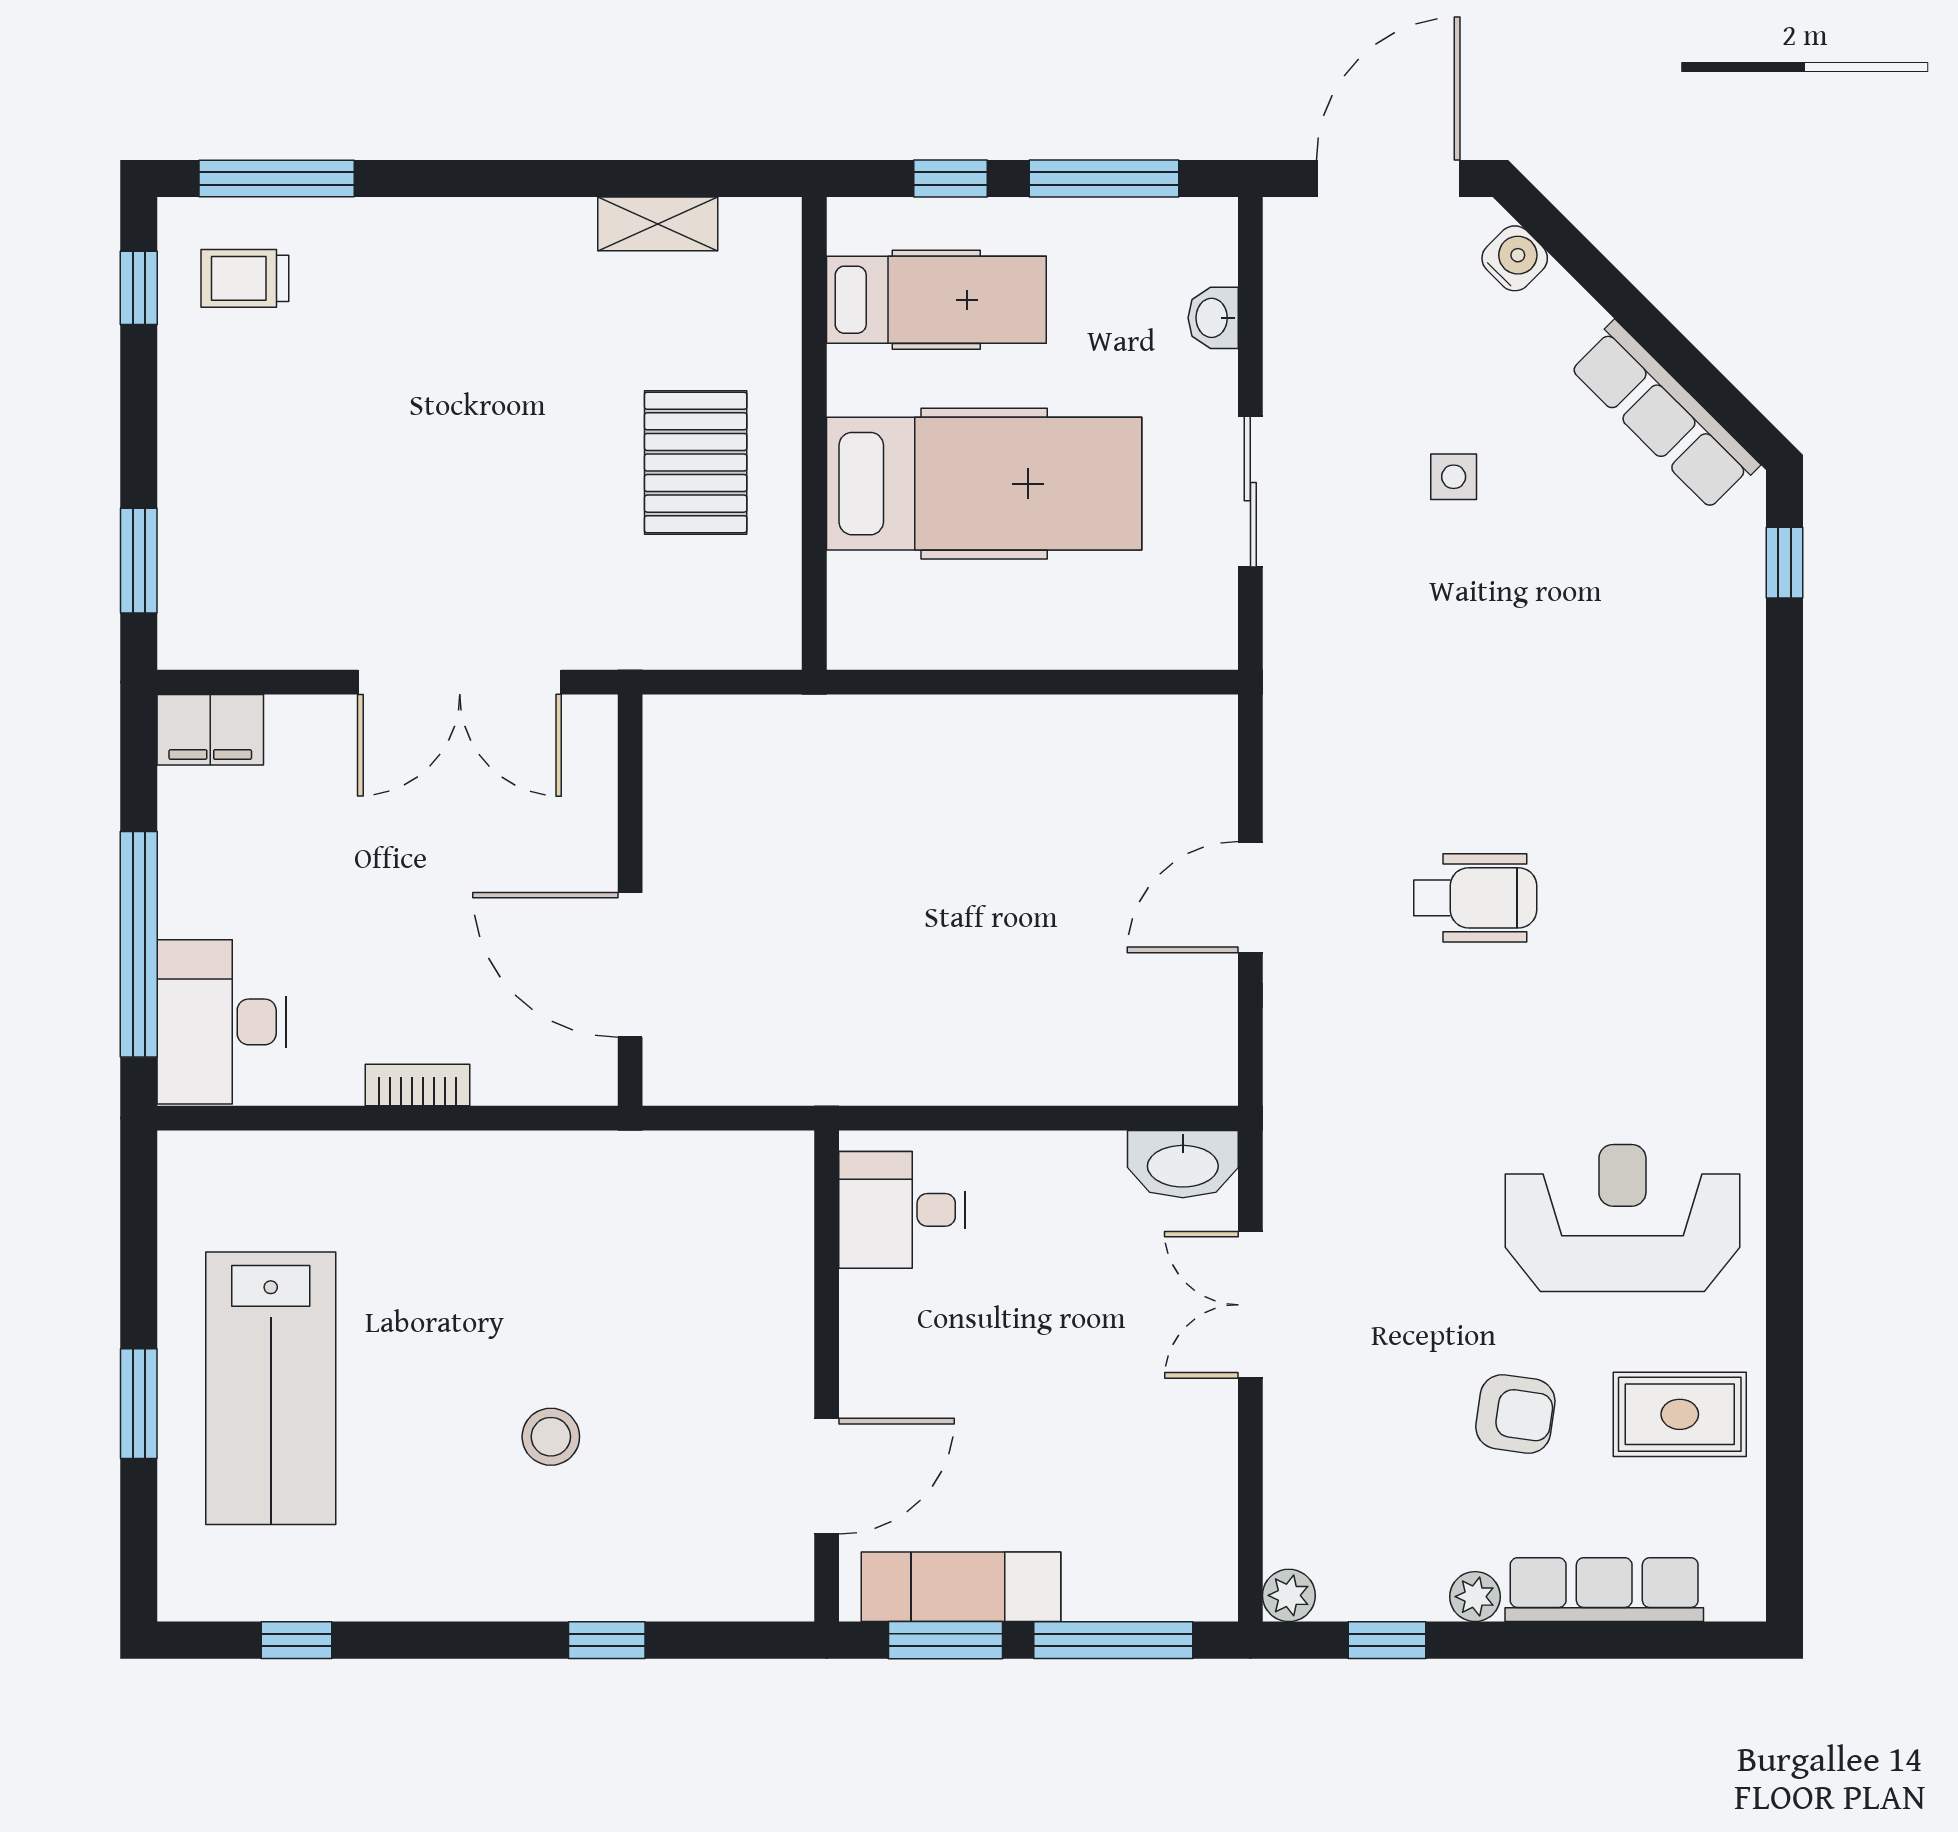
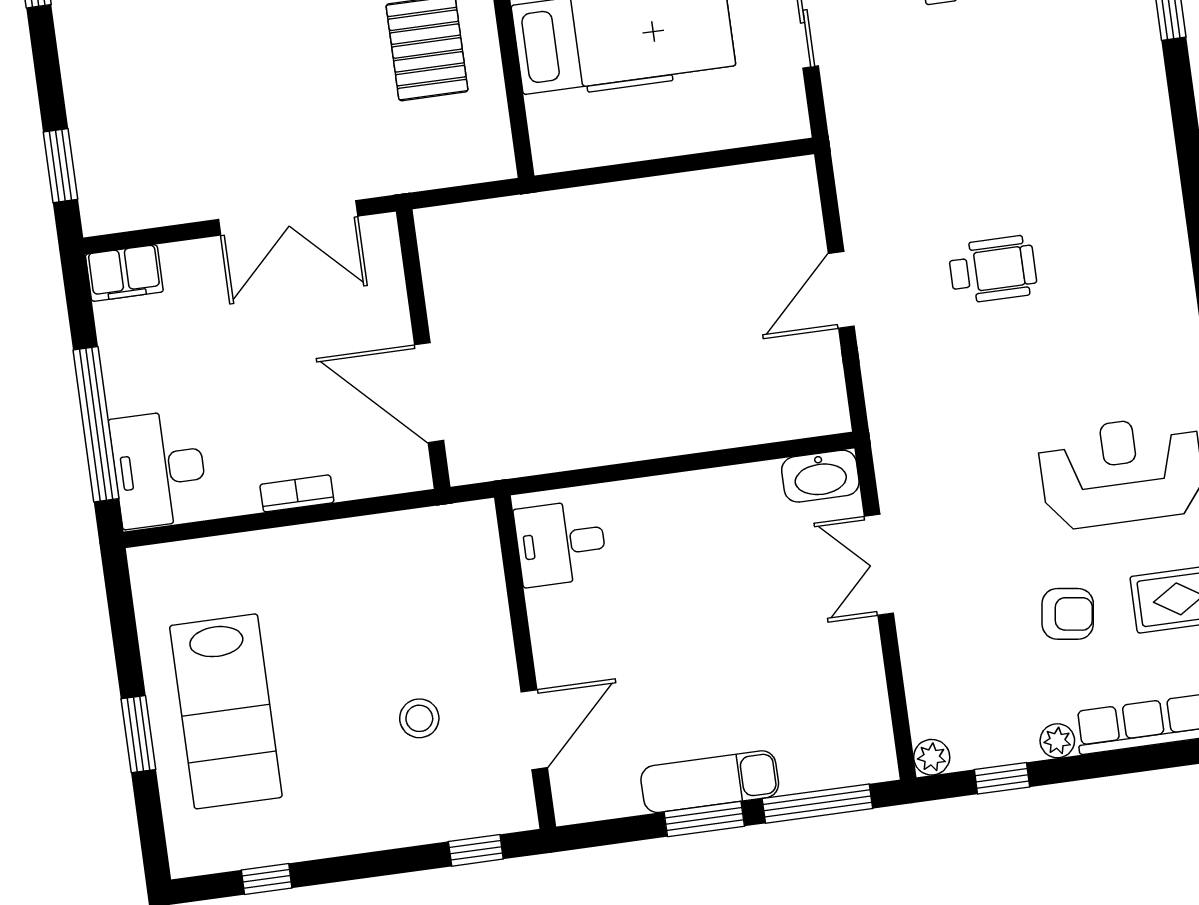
desk: (902, 1210) -> (561, 543), moved
wall: (827, 1376) -> (525, 662), moved
door: (827, 1476) -> (534, 730), moved

